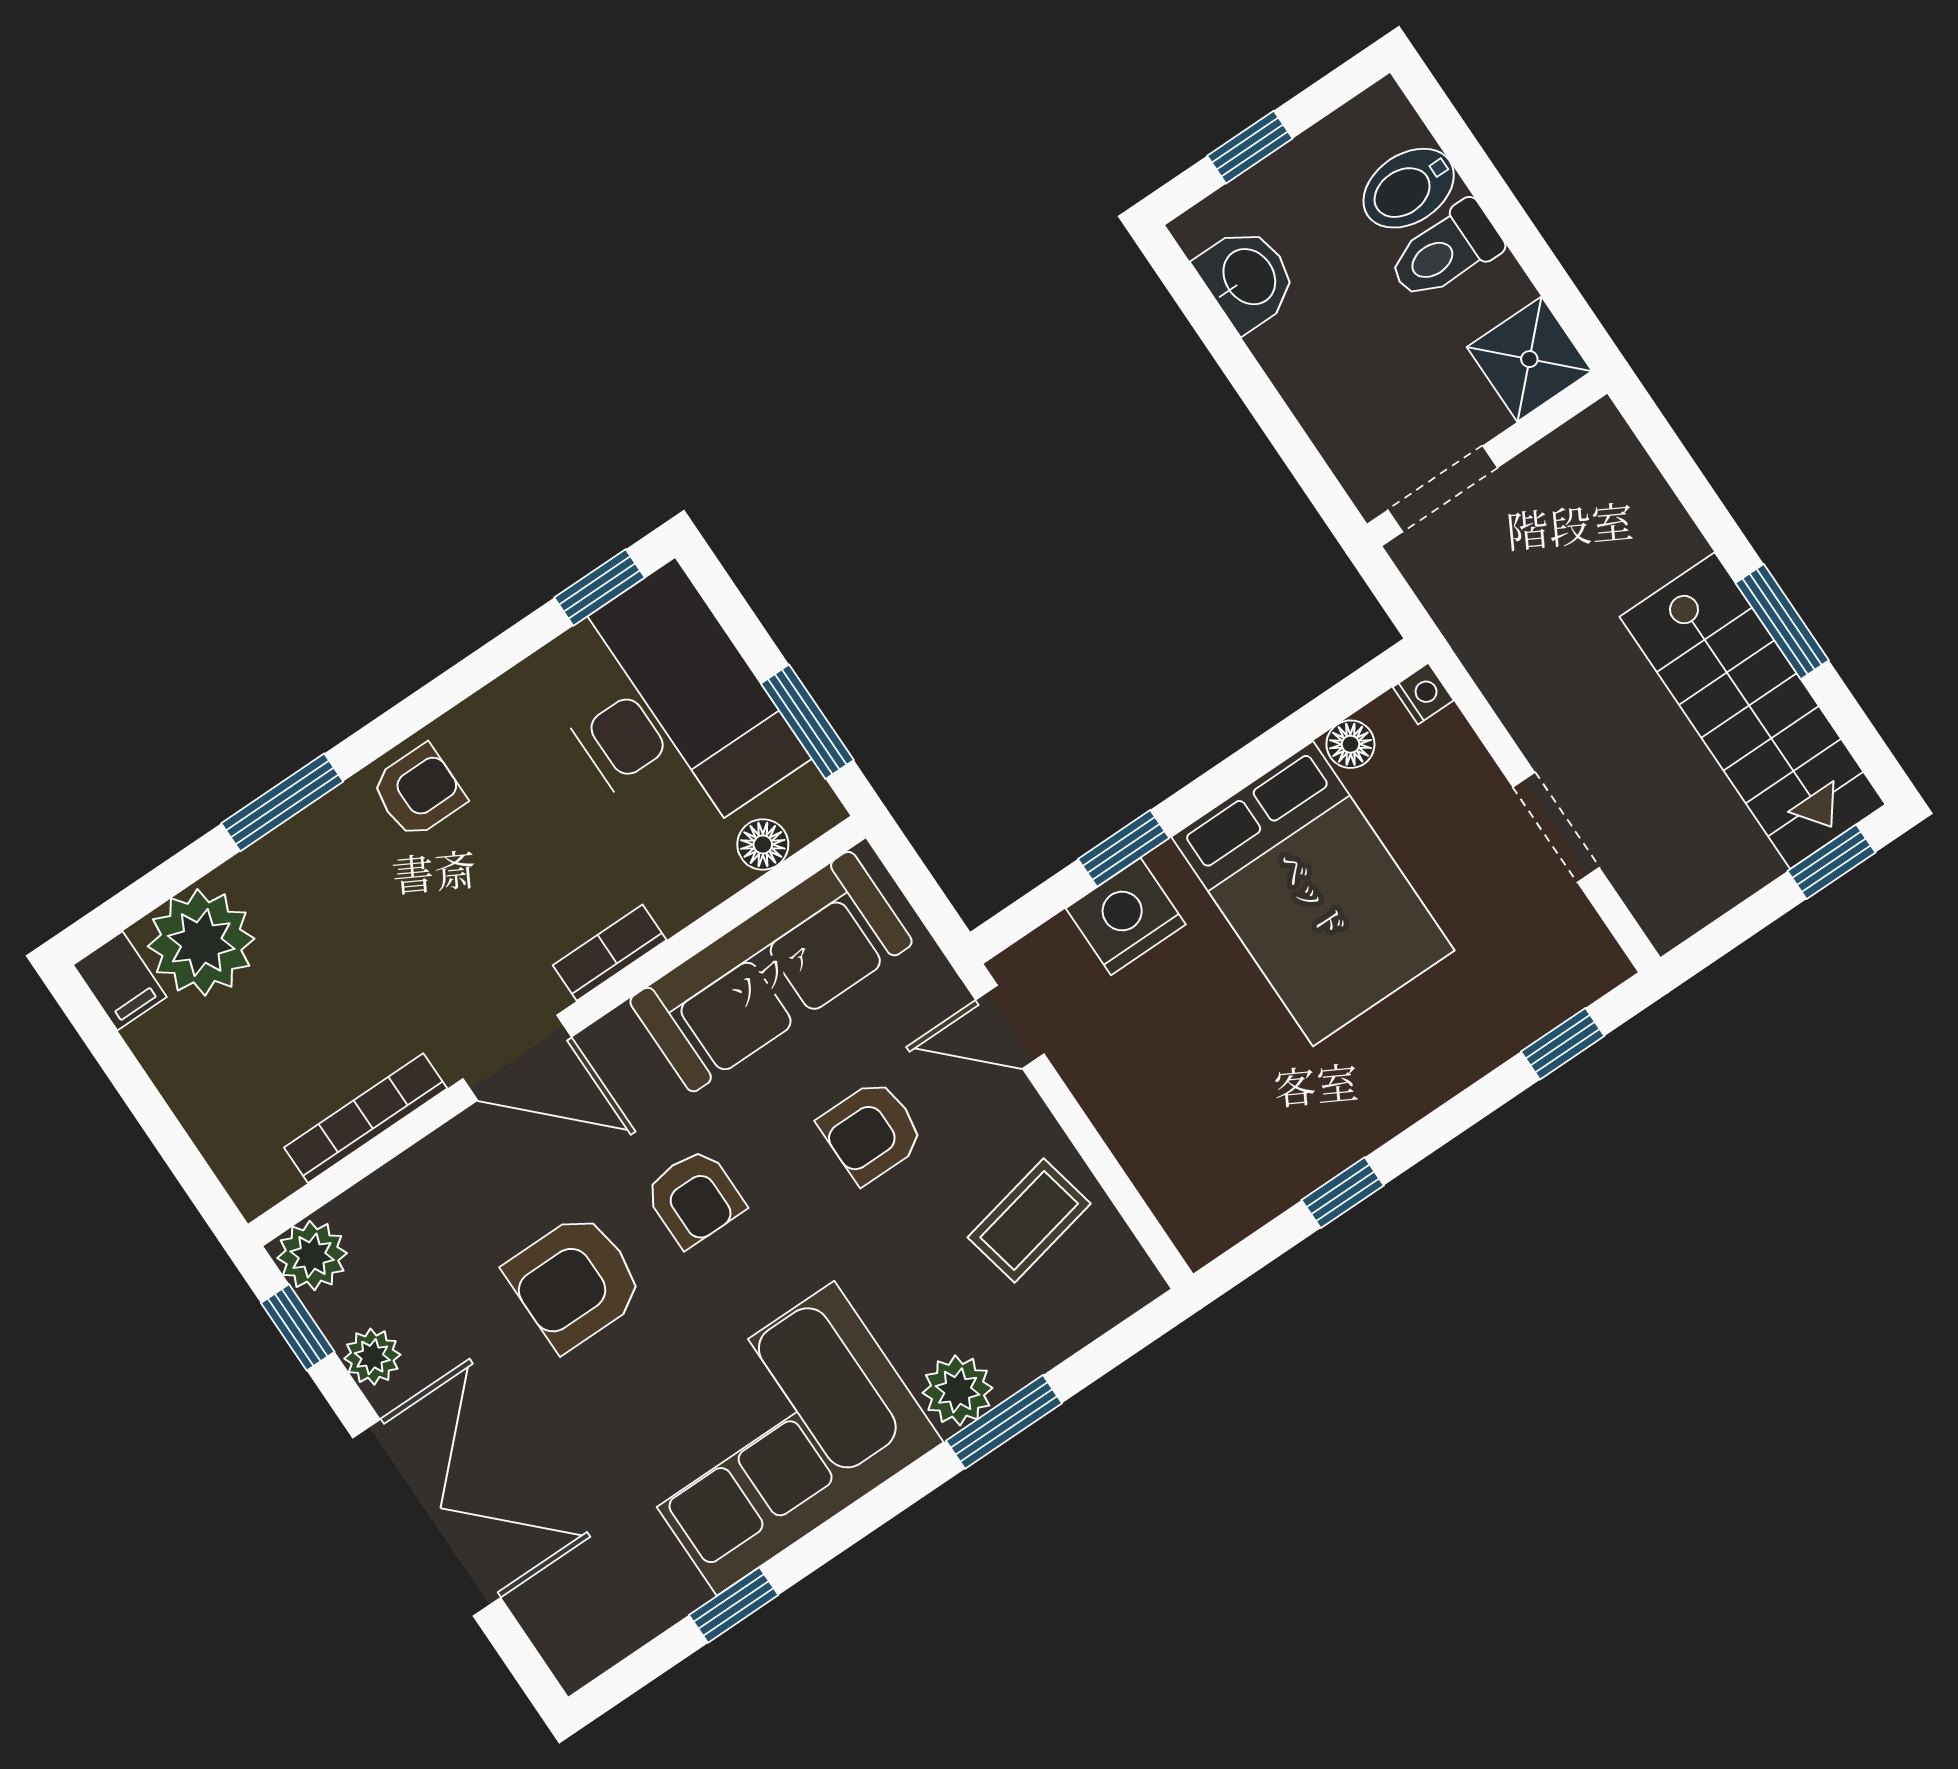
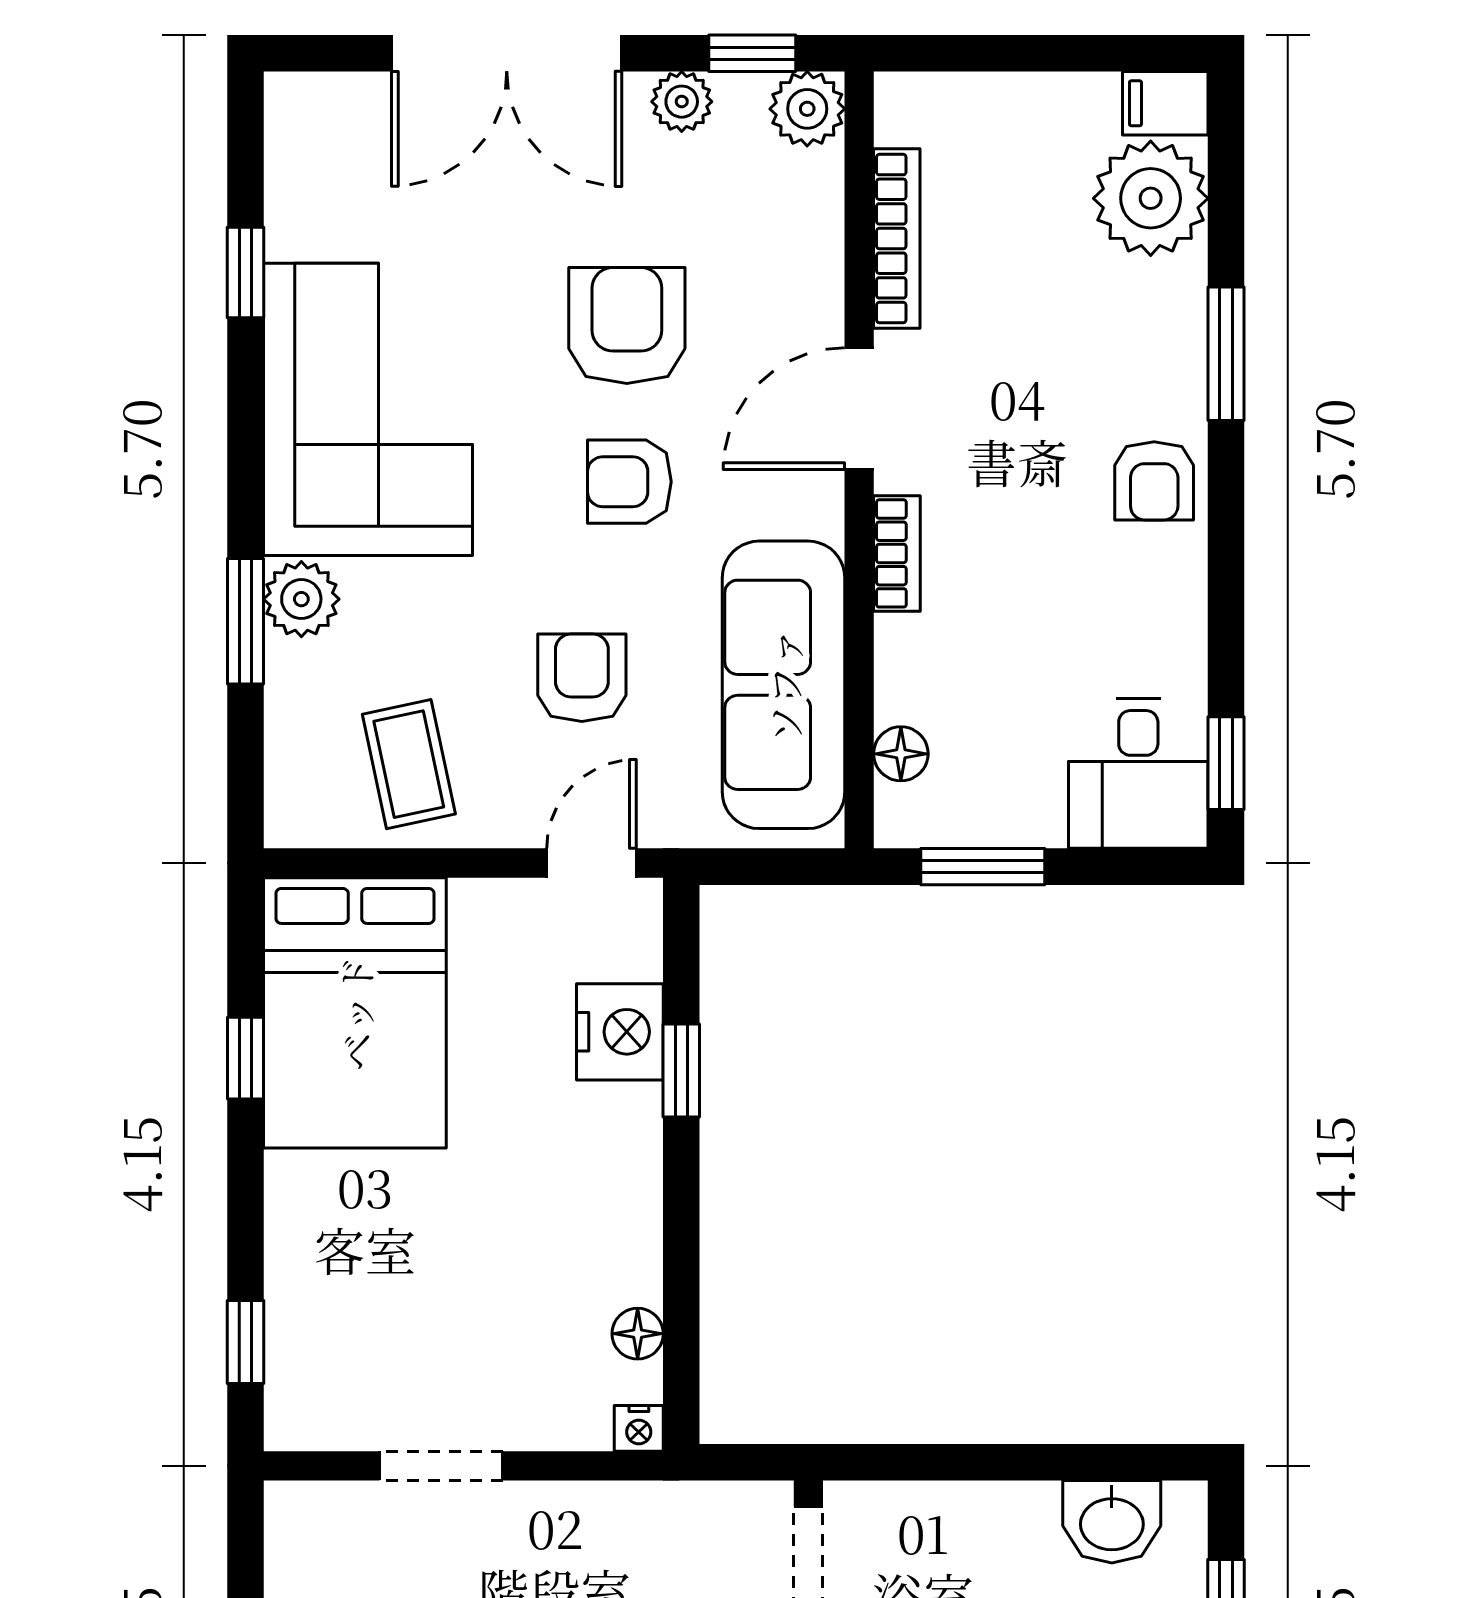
desk: (668, 709) -> (1138, 773), width x0.53, depth x0.77
bed: (1313, 894) -> (355, 1013), moved, turned -90

